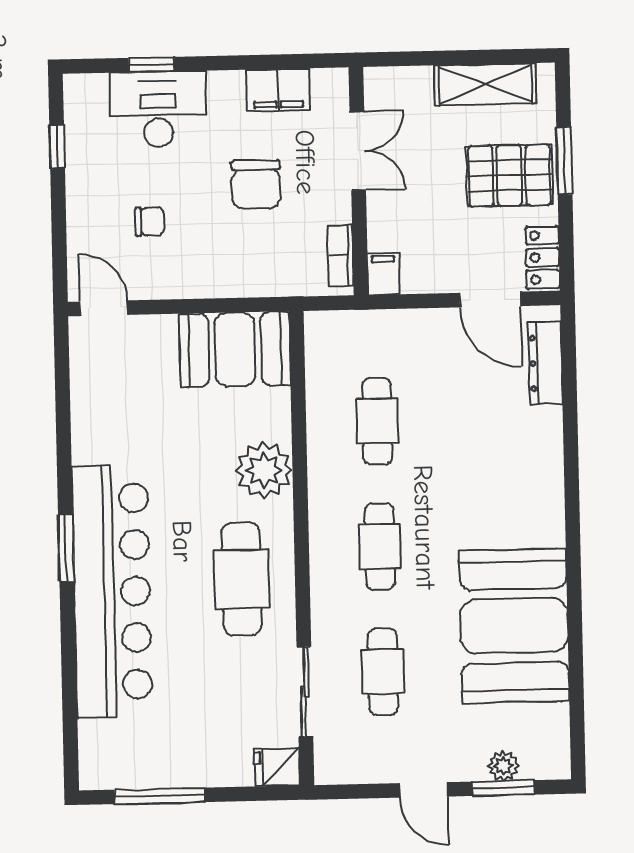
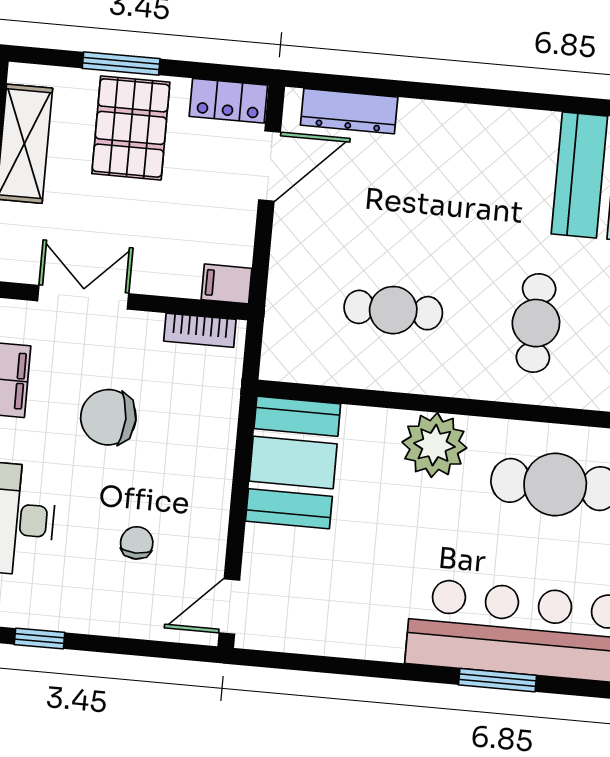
chair: (256, 184) -> (108, 417), turned 180
cafe table: (380, 546) -> (536, 323), turned 90

